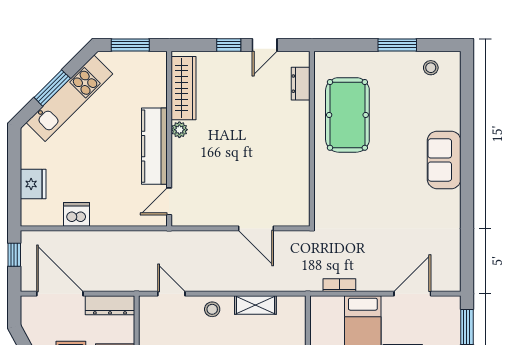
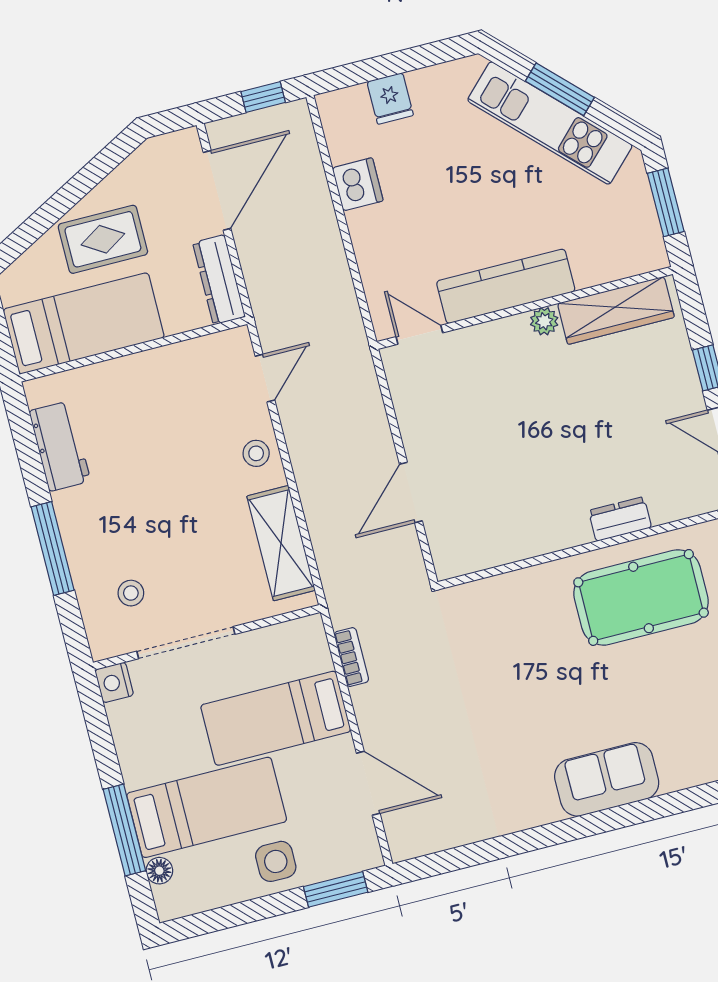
dresser: (301, 84) -> (620, 519), moved
fridge: (33, 184) -> (390, 98), width x0.72
shelving: (255, 305) -> (281, 543), width x1.50, depth x1.33

